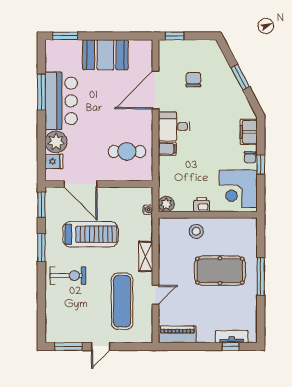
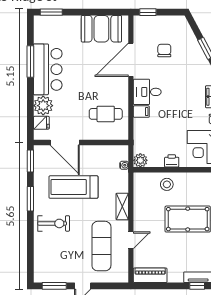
booth: (105, 55) -> (101, 29), moved
treadmill: (90, 234) -> (73, 187), turned 180

